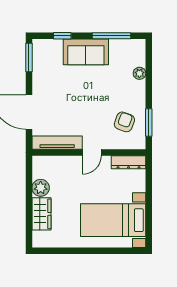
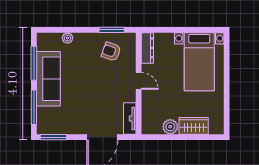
window: (62, 36) -> (34, 107), width x2.17
sofa: (86, 52) -> (48, 79), width x1.36
tv unit: (57, 143) -> (130, 118), width x0.71

